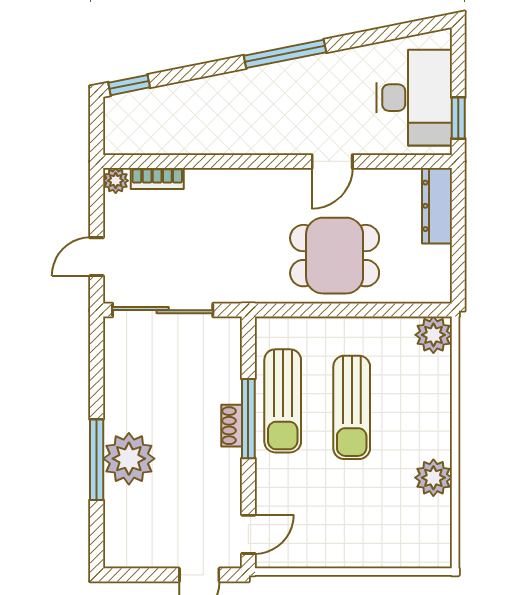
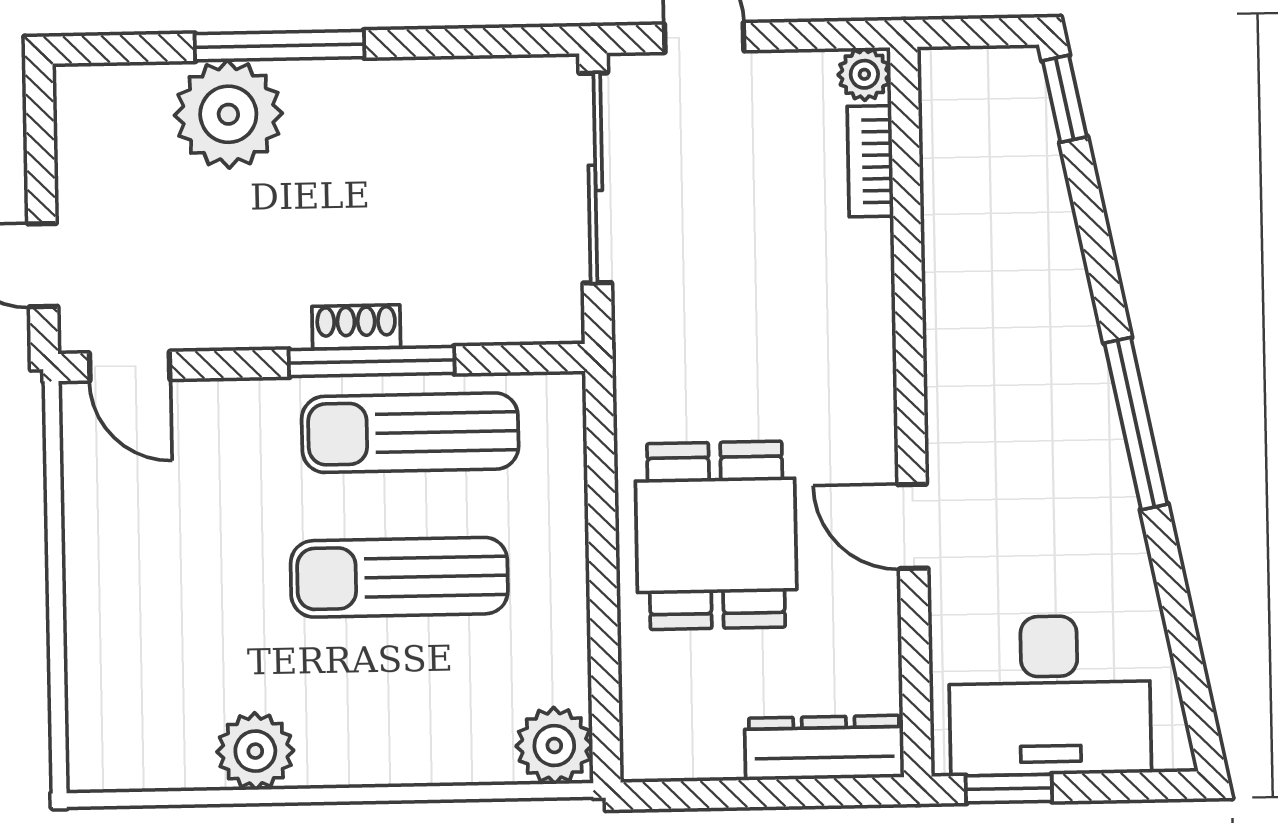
plant: (129, 459) -> (228, 114), moved

